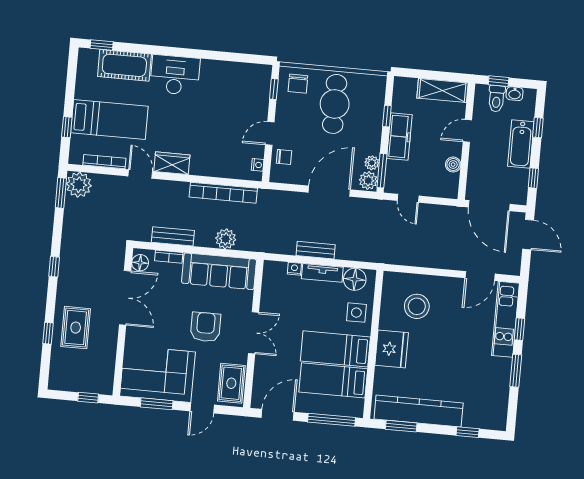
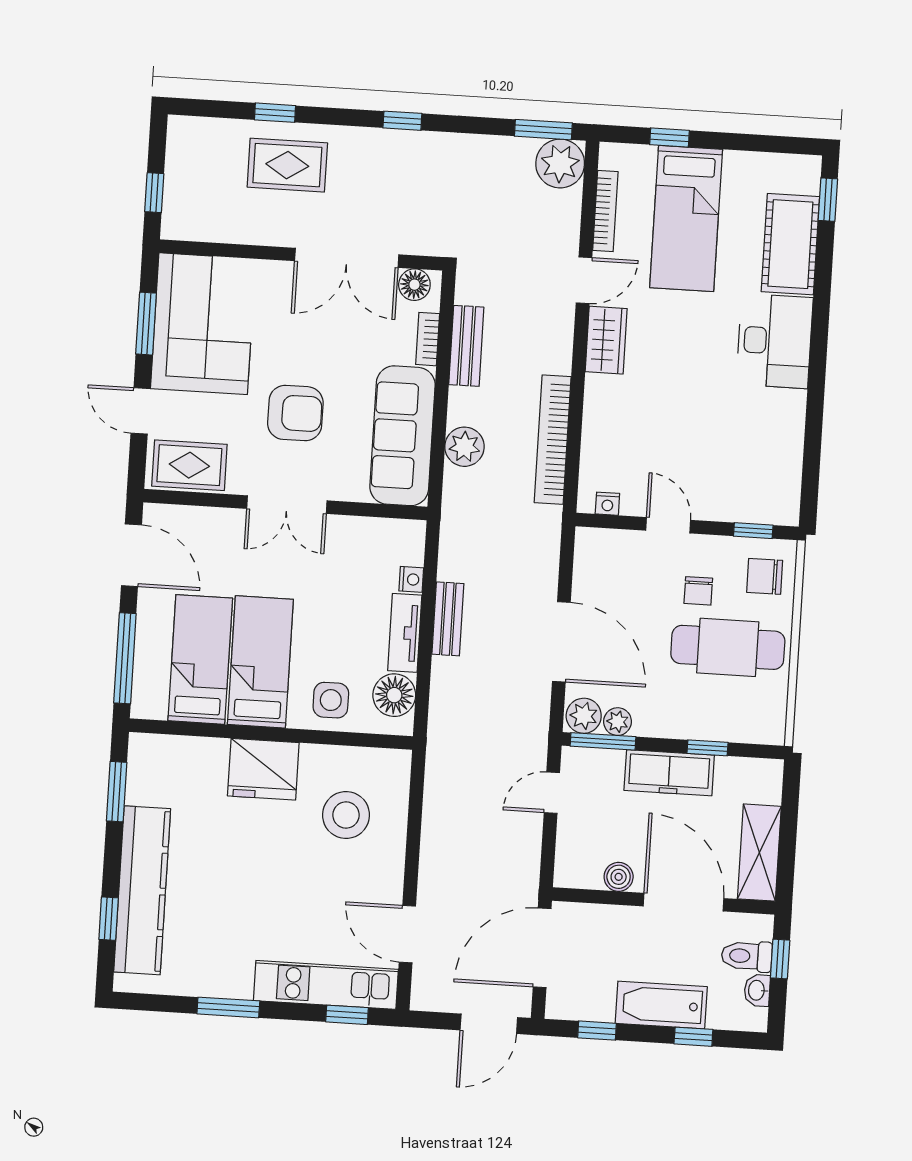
door: (467, 131) -> (684, 902), width x1.87
chair: (284, 157) -> (698, 591), moved
window: (520, 329) -> (347, 1015), moved
kitchen counter: (419, 411) -> (142, 890), moved

